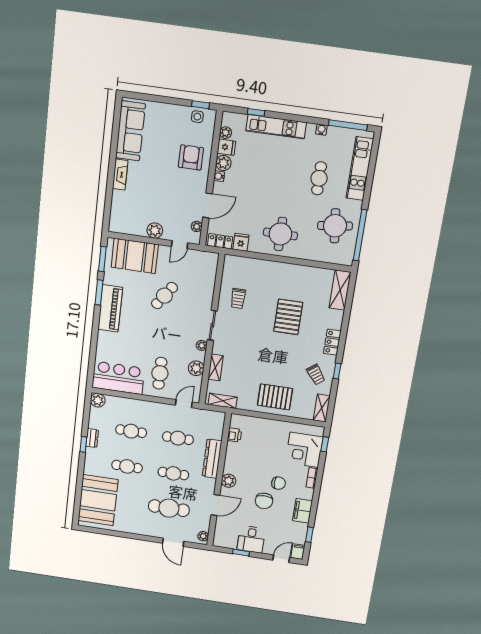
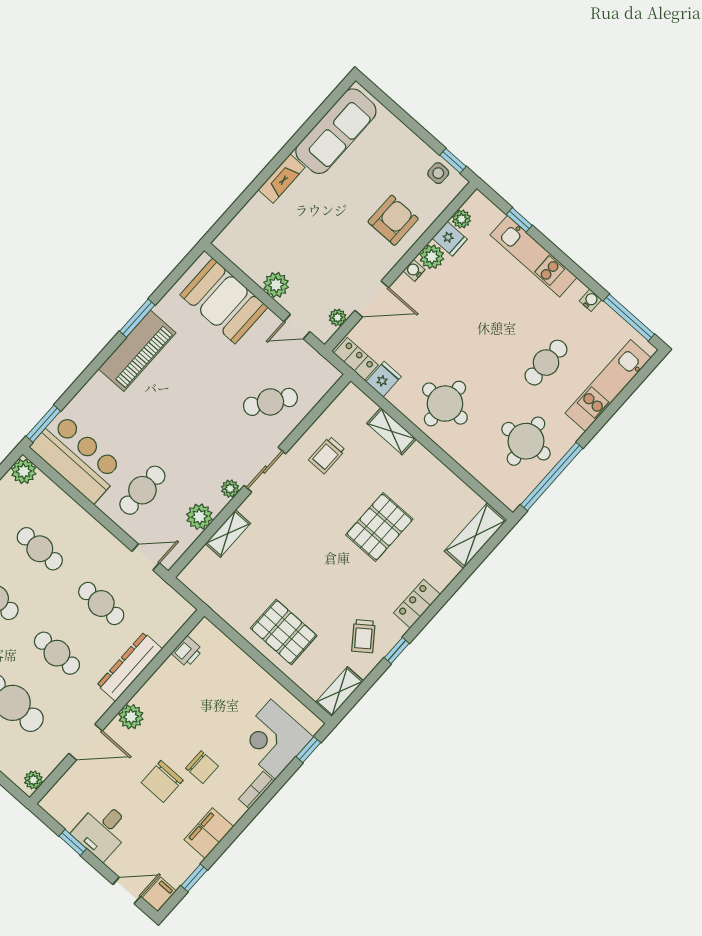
window: (102, 259) -> (43, 424), moved
cafe table: (164, 296) -> (270, 402), moved
shelving: (223, 401) -> (391, 431), moved

